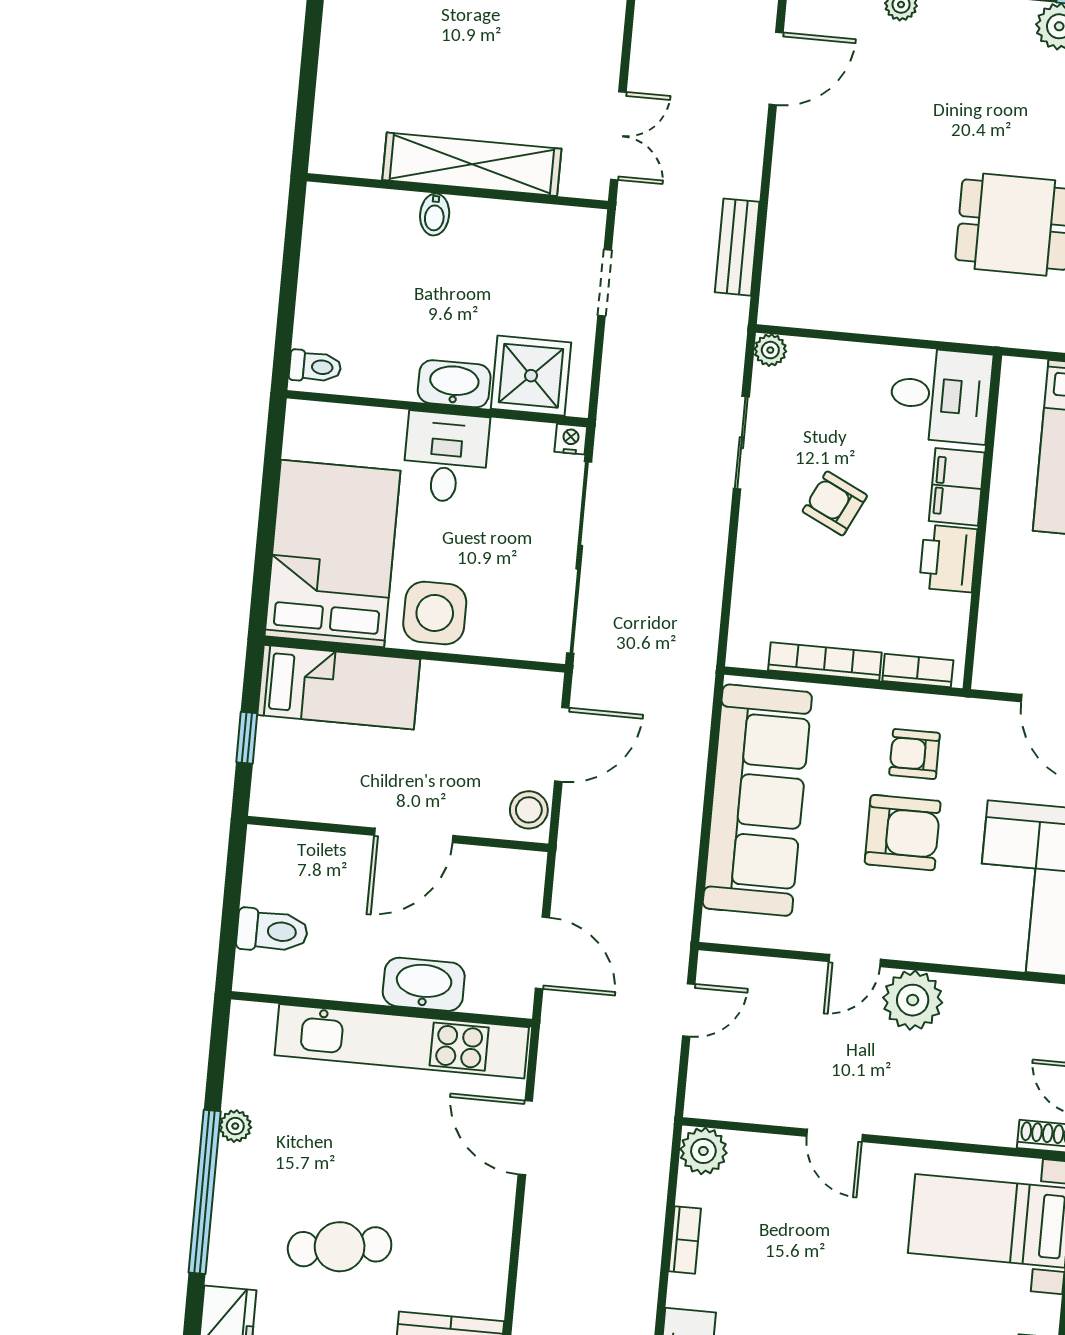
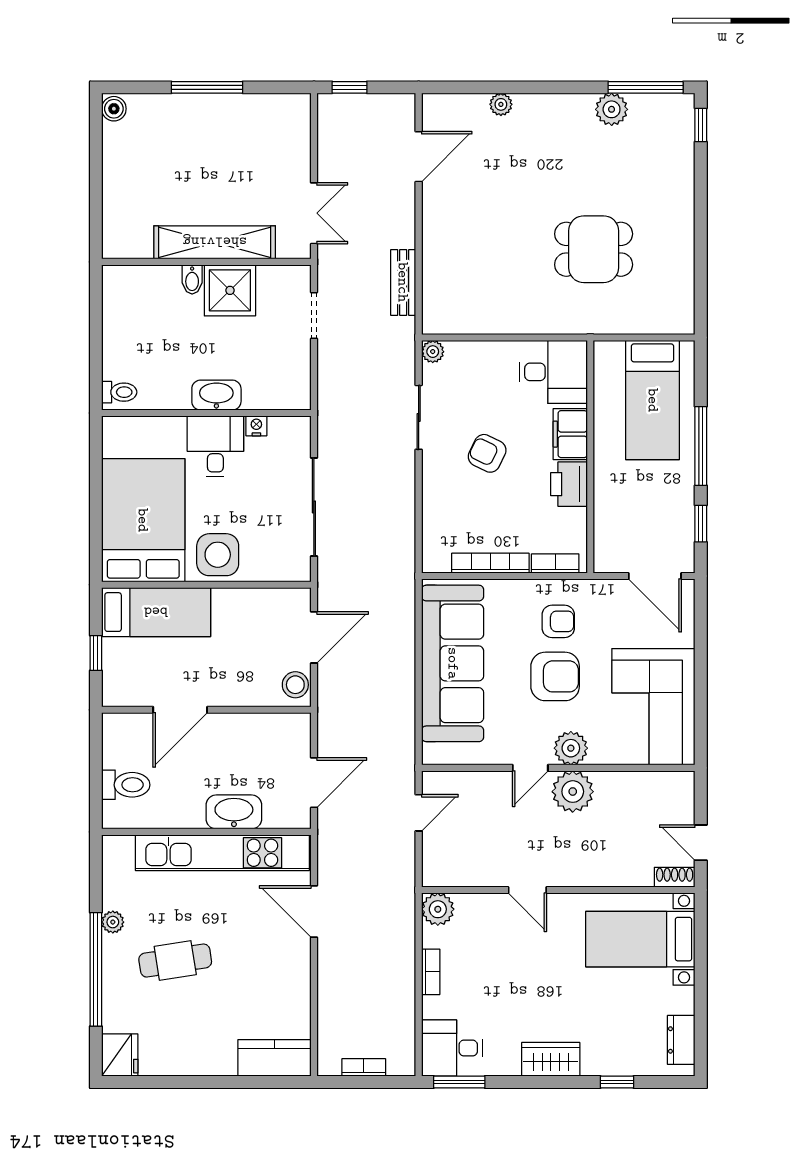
shower: (531, 376) -> (230, 290), moved
nightstand: (571, 439) -> (256, 426), moved
sliding door: (579, 557) -> (314, 507), width x0.73
armchair: (914, 754) -> (558, 621), turned 180
door: (414, 835) -> (180, 710), moved
plant: (916, 938) -> (571, 748), added
door: (542, 953) -> (314, 783), hinge flipped
cafe table: (340, 1247) -> (175, 961), moved

